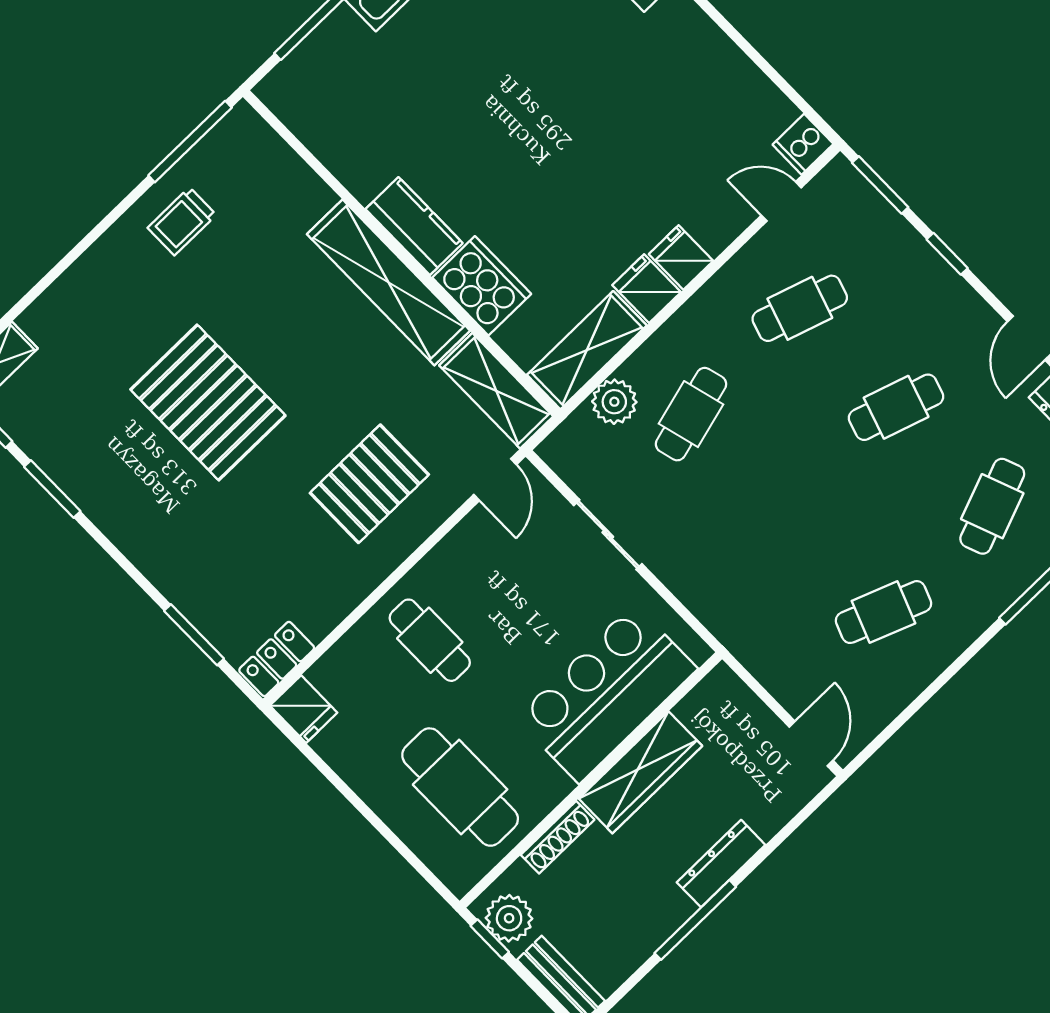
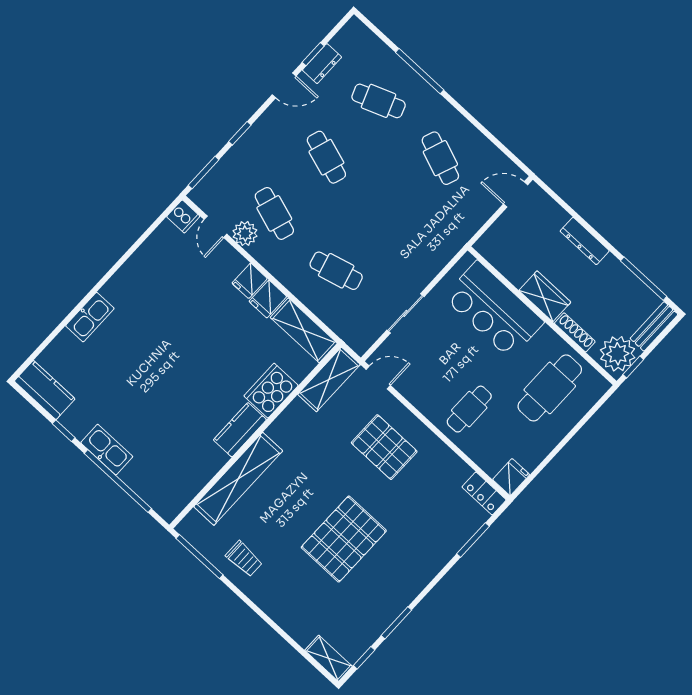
shelving: (388, 282) -> (238, 479), moved
plant: (614, 402) -> (245, 233), moved
wardrobe: (640, 772) -> (545, 296), width x0.67
plant: (509, 918) -> (618, 354), width x1.36, depth x1.36
window: (695, 920) -> (644, 279), moved

